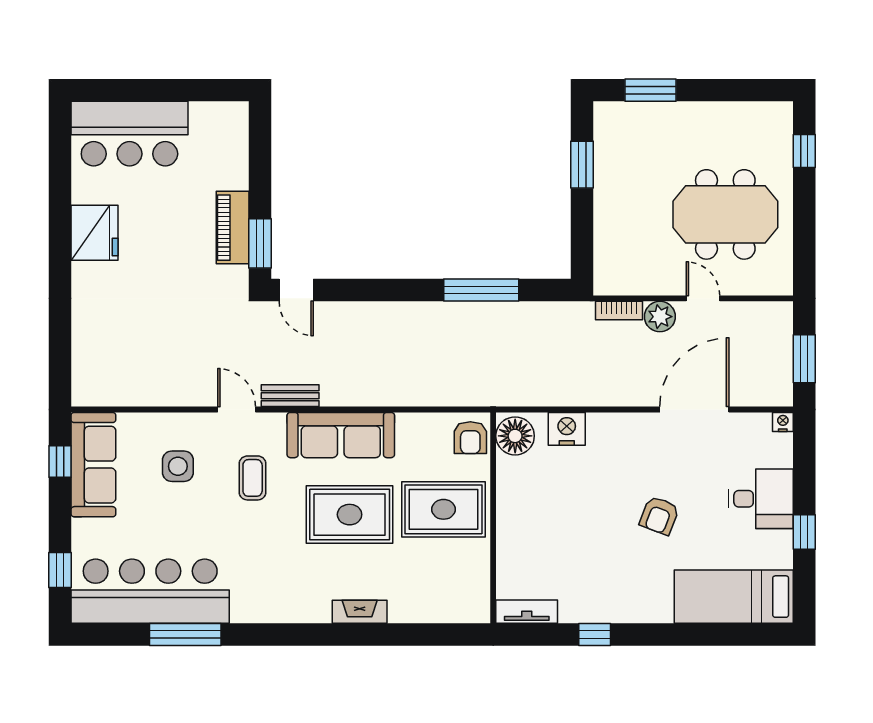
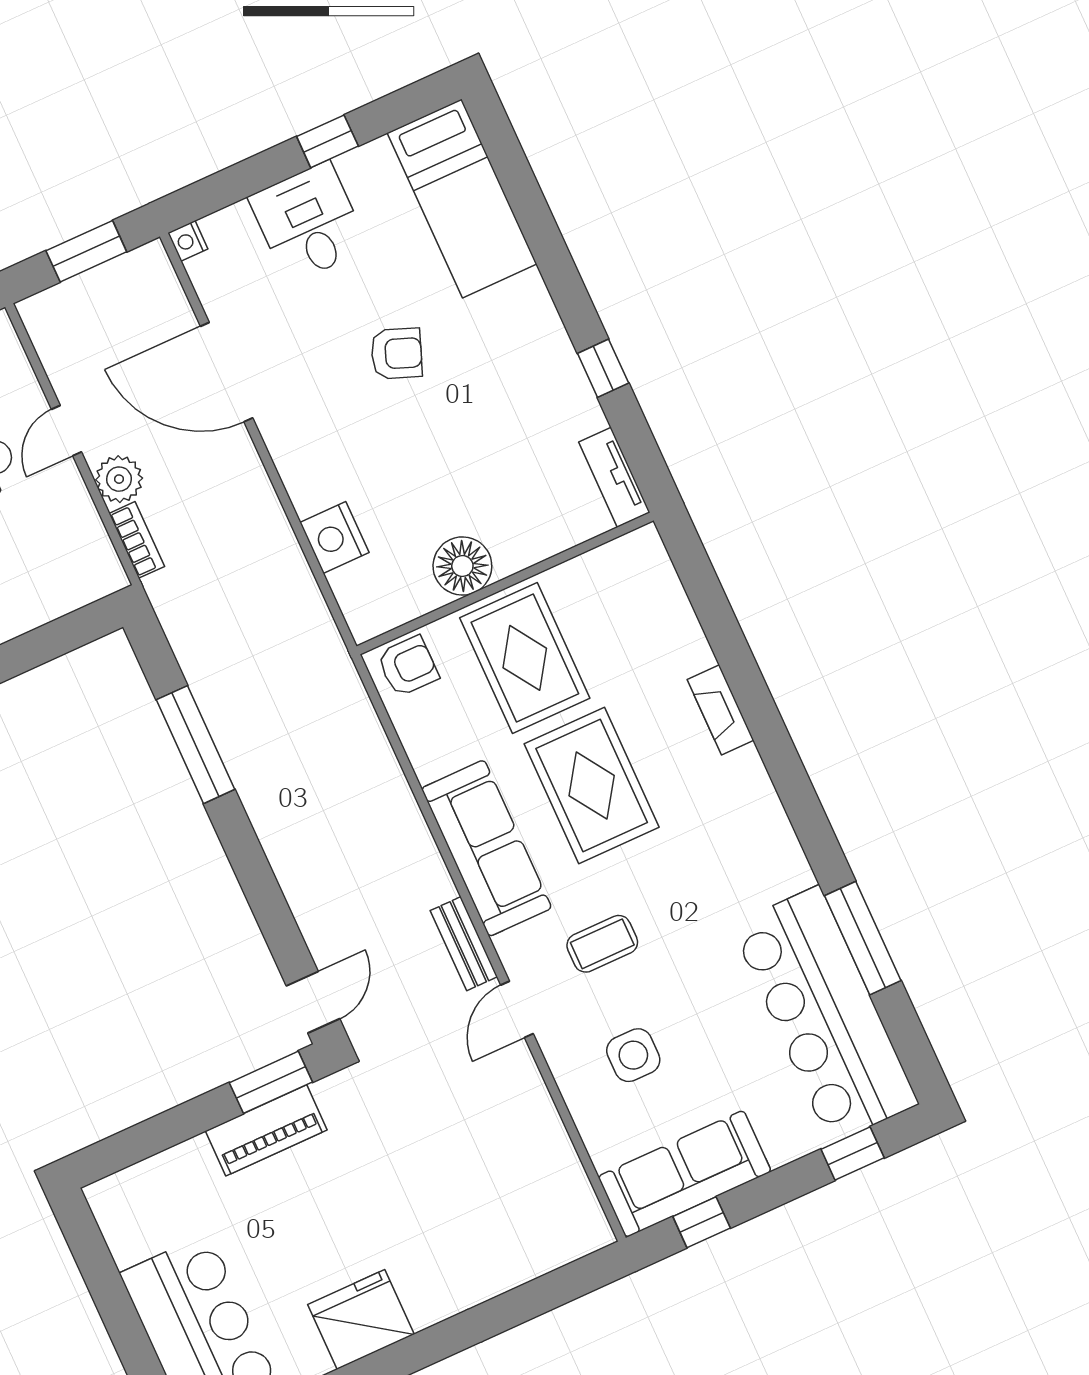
floor lamp: (515, 436) -> (462, 566), moved

